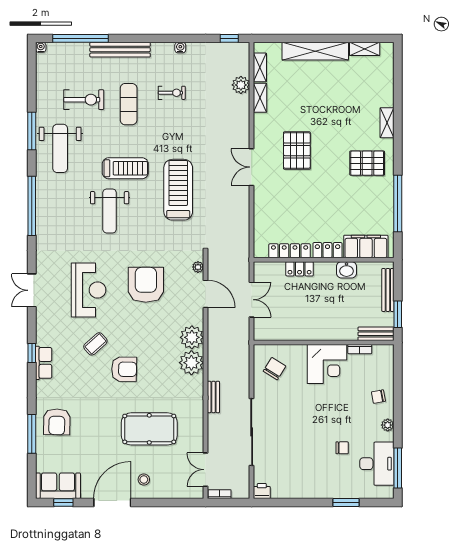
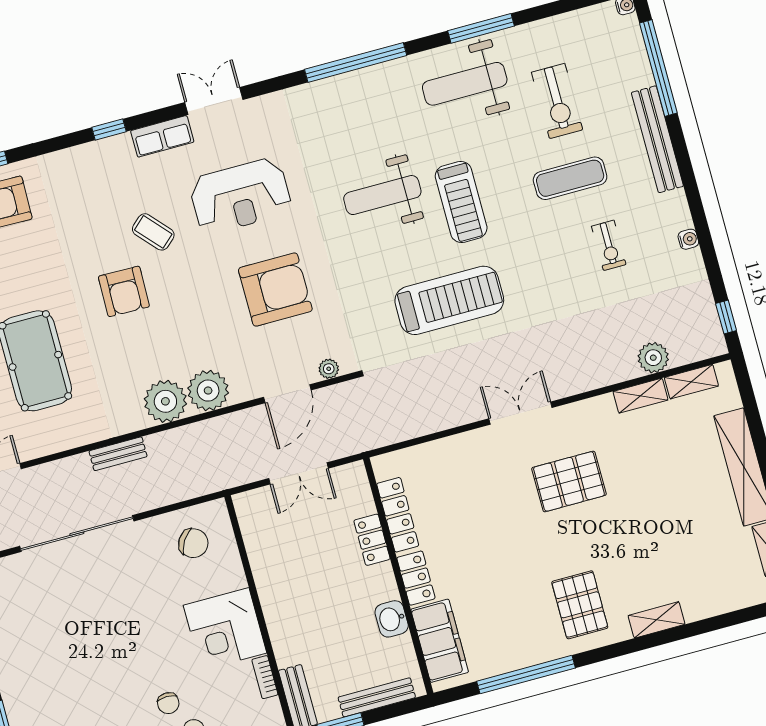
row of seats: (44, 363) -> (162, 136), moved
chair: (342, 448) -> (168, 703), moved

